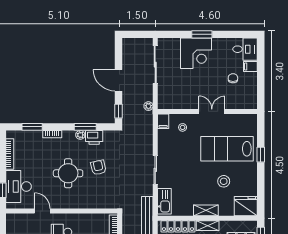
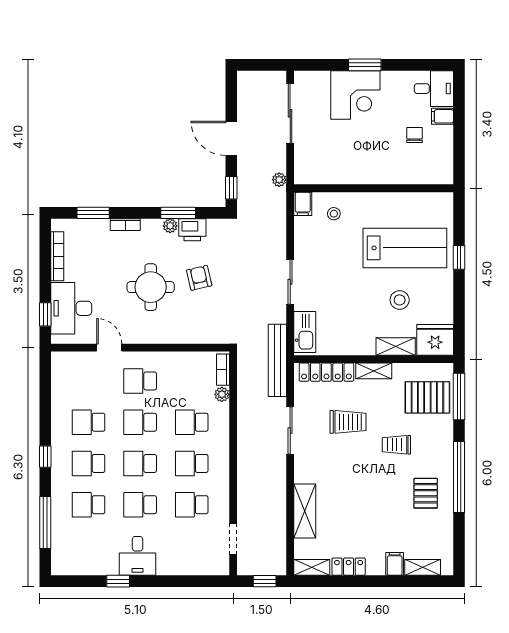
double door: (212, 111) -> (381, 188), removed
lab bench: (227, 149) -> (405, 248), turned 180
shelving: (206, 210) -> (396, 346), moved

